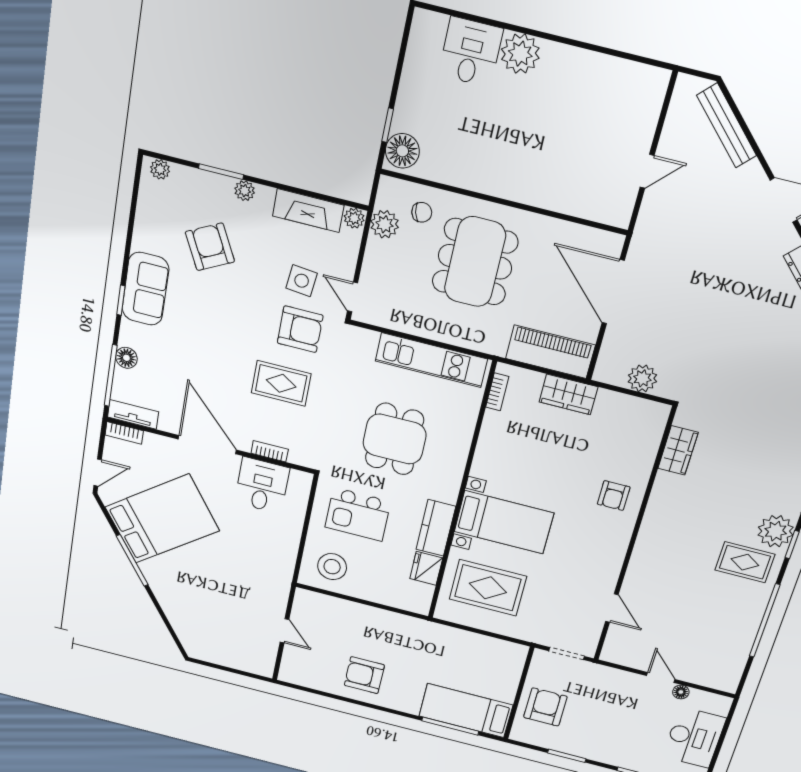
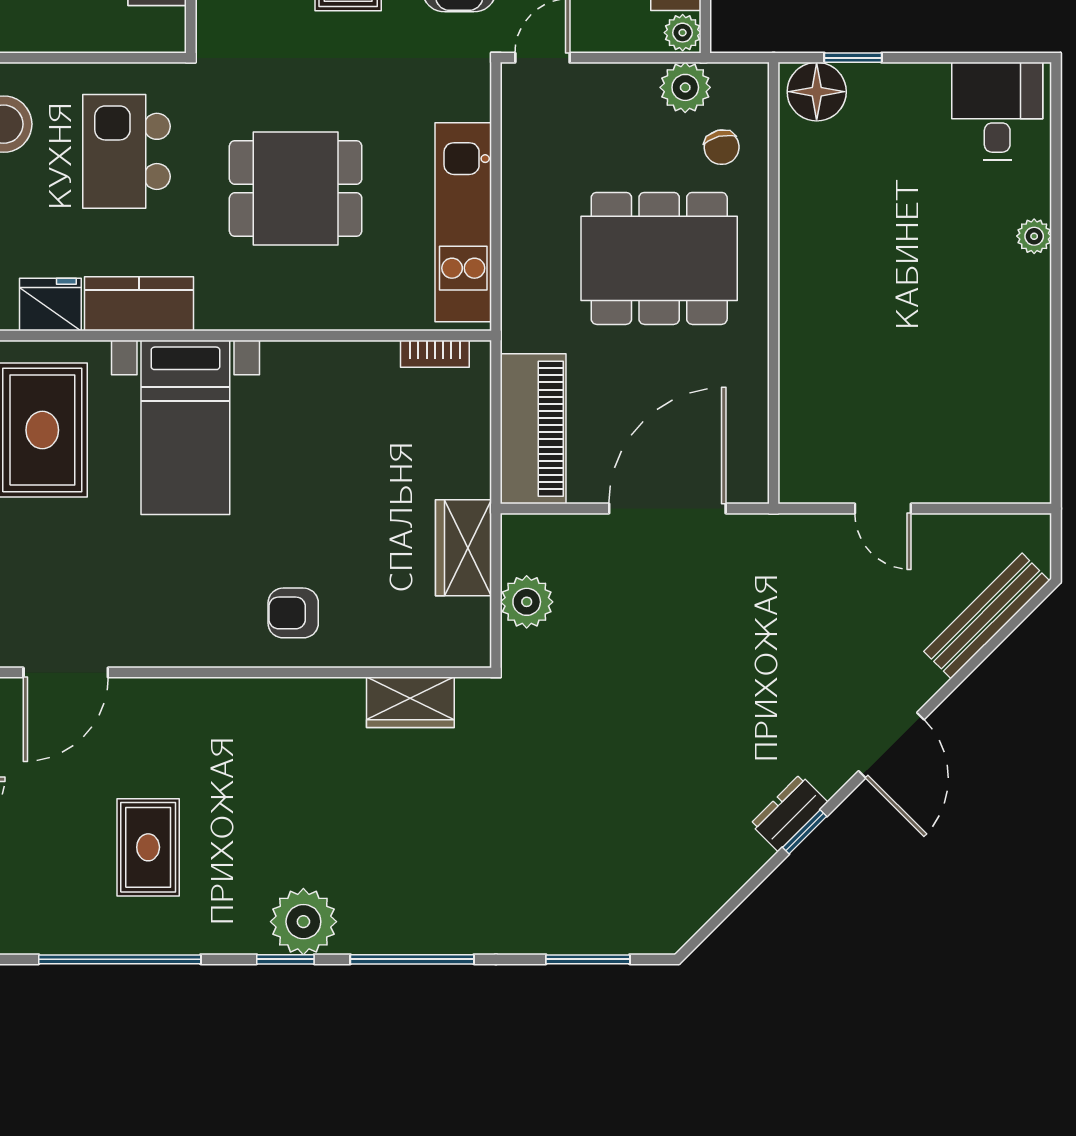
desk: (471, 52) -> (997, 111), moved, turned -90
plant: (520, 54) -> (1034, 236), width x0.53, depth x0.53
wardrobe: (568, 394) -> (463, 548), moved
rug: (745, 562) -> (148, 847), moved
door: (612, 608) -> (66, 672), width x1.38

